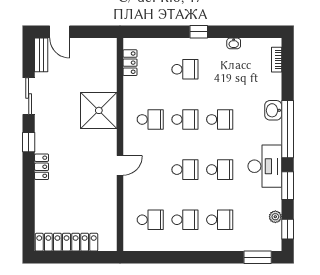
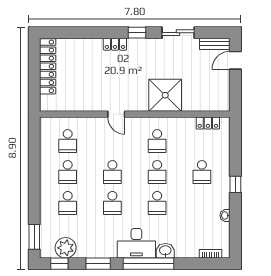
desk: (265, 166) -> (136, 243), moved
plant: (275, 217) -> (66, 248), width x1.87, depth x1.87

